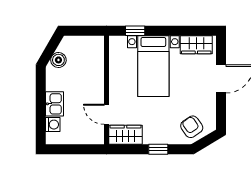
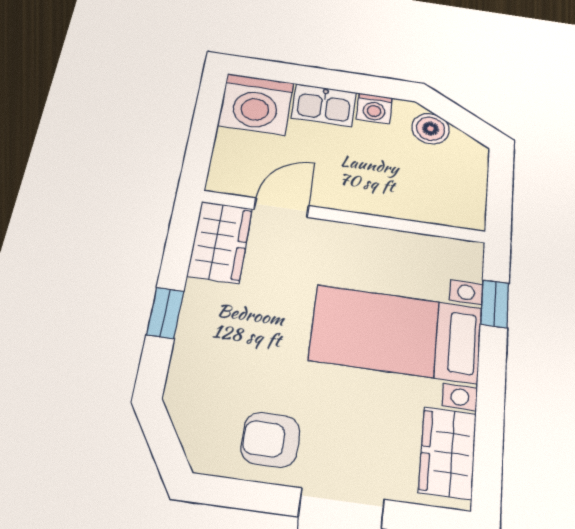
washing machine: (52, 83) -> (374, 108), added
washing machine: (53, 125) -> (256, 104), width x1.89, depth x1.89
armchair: (192, 127) -> (270, 440), moved, turned -145

